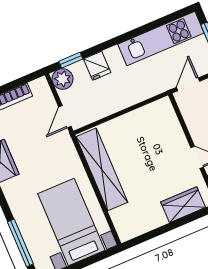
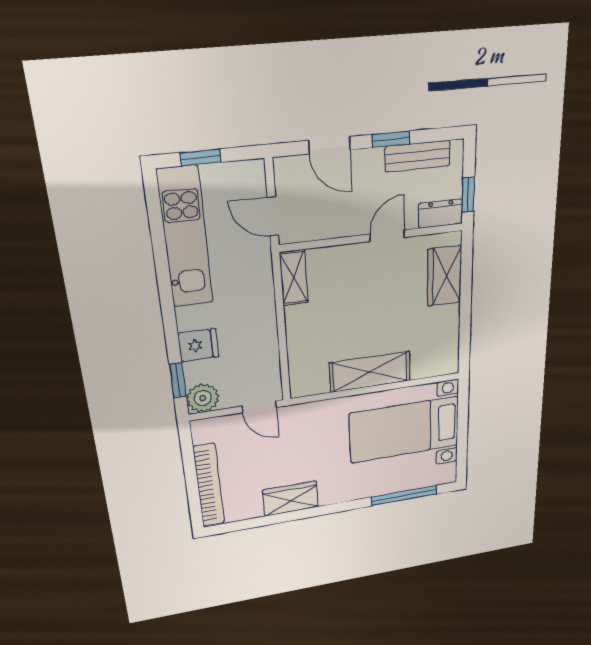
shelving: (155, 109) -> (294, 278), added
shelving: (102, 169) -> (370, 372), width x0.68

